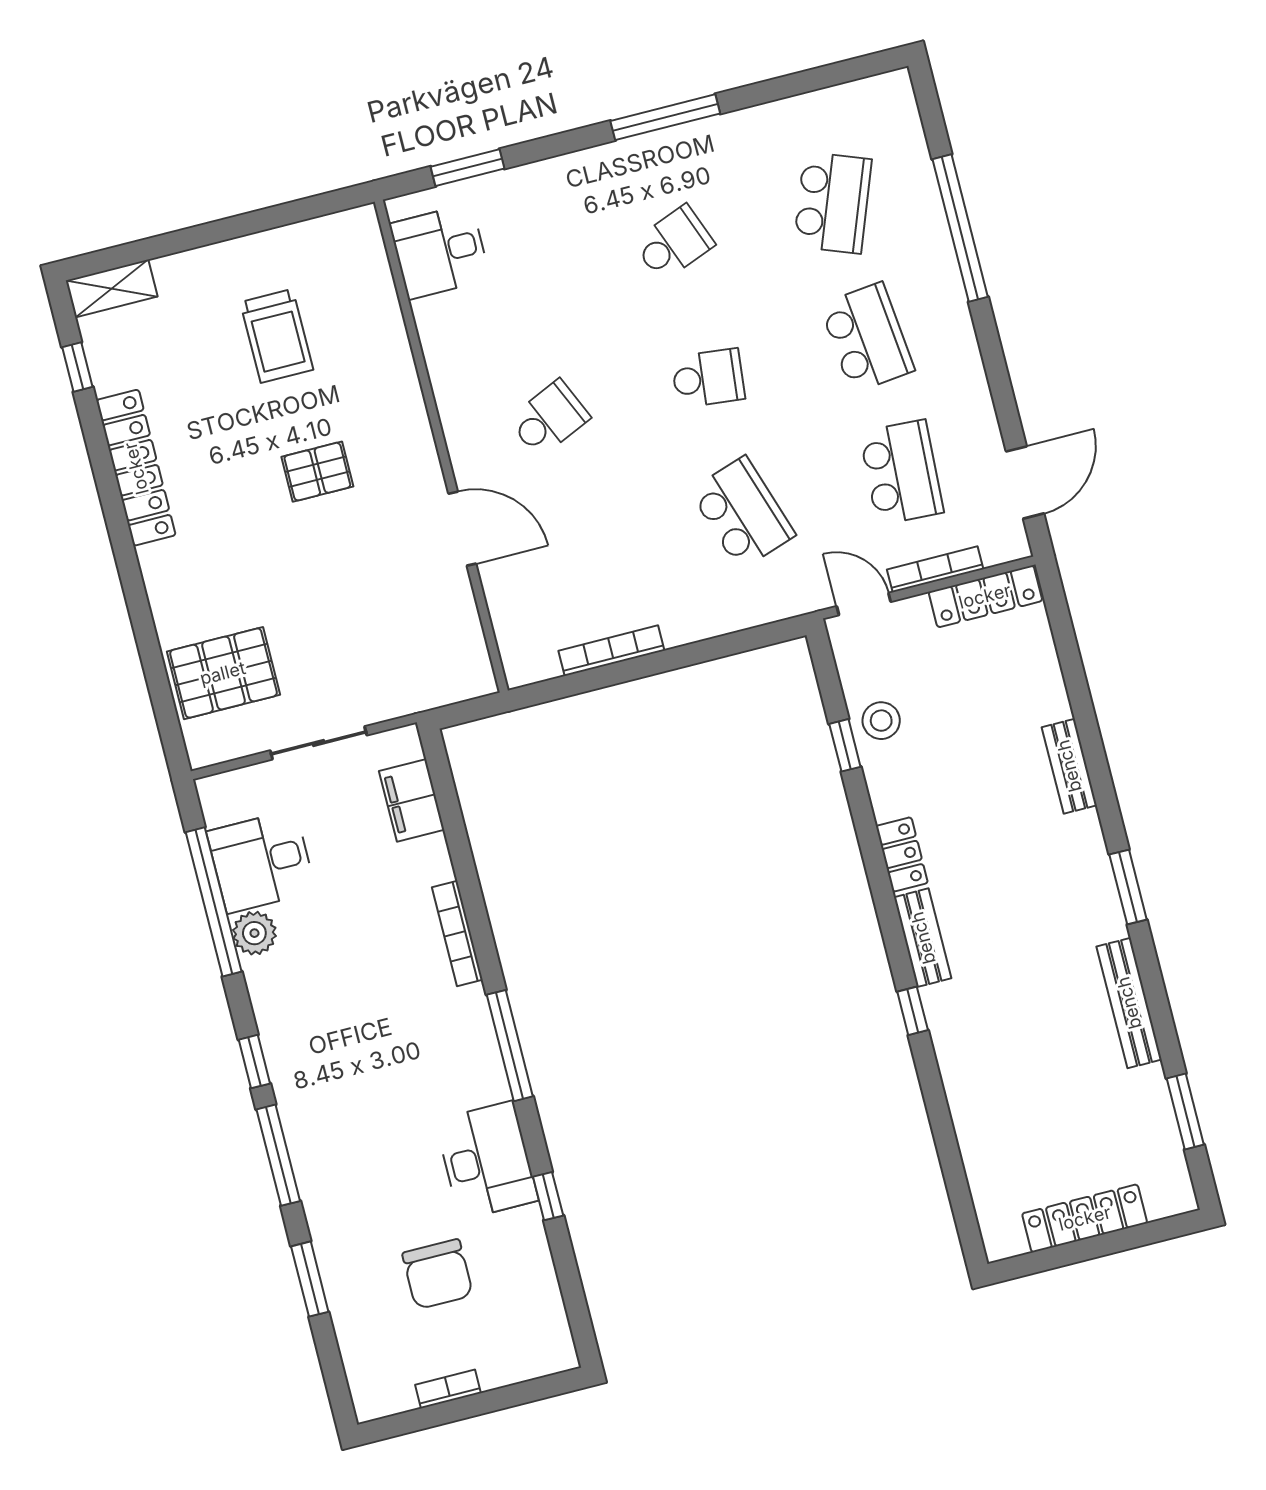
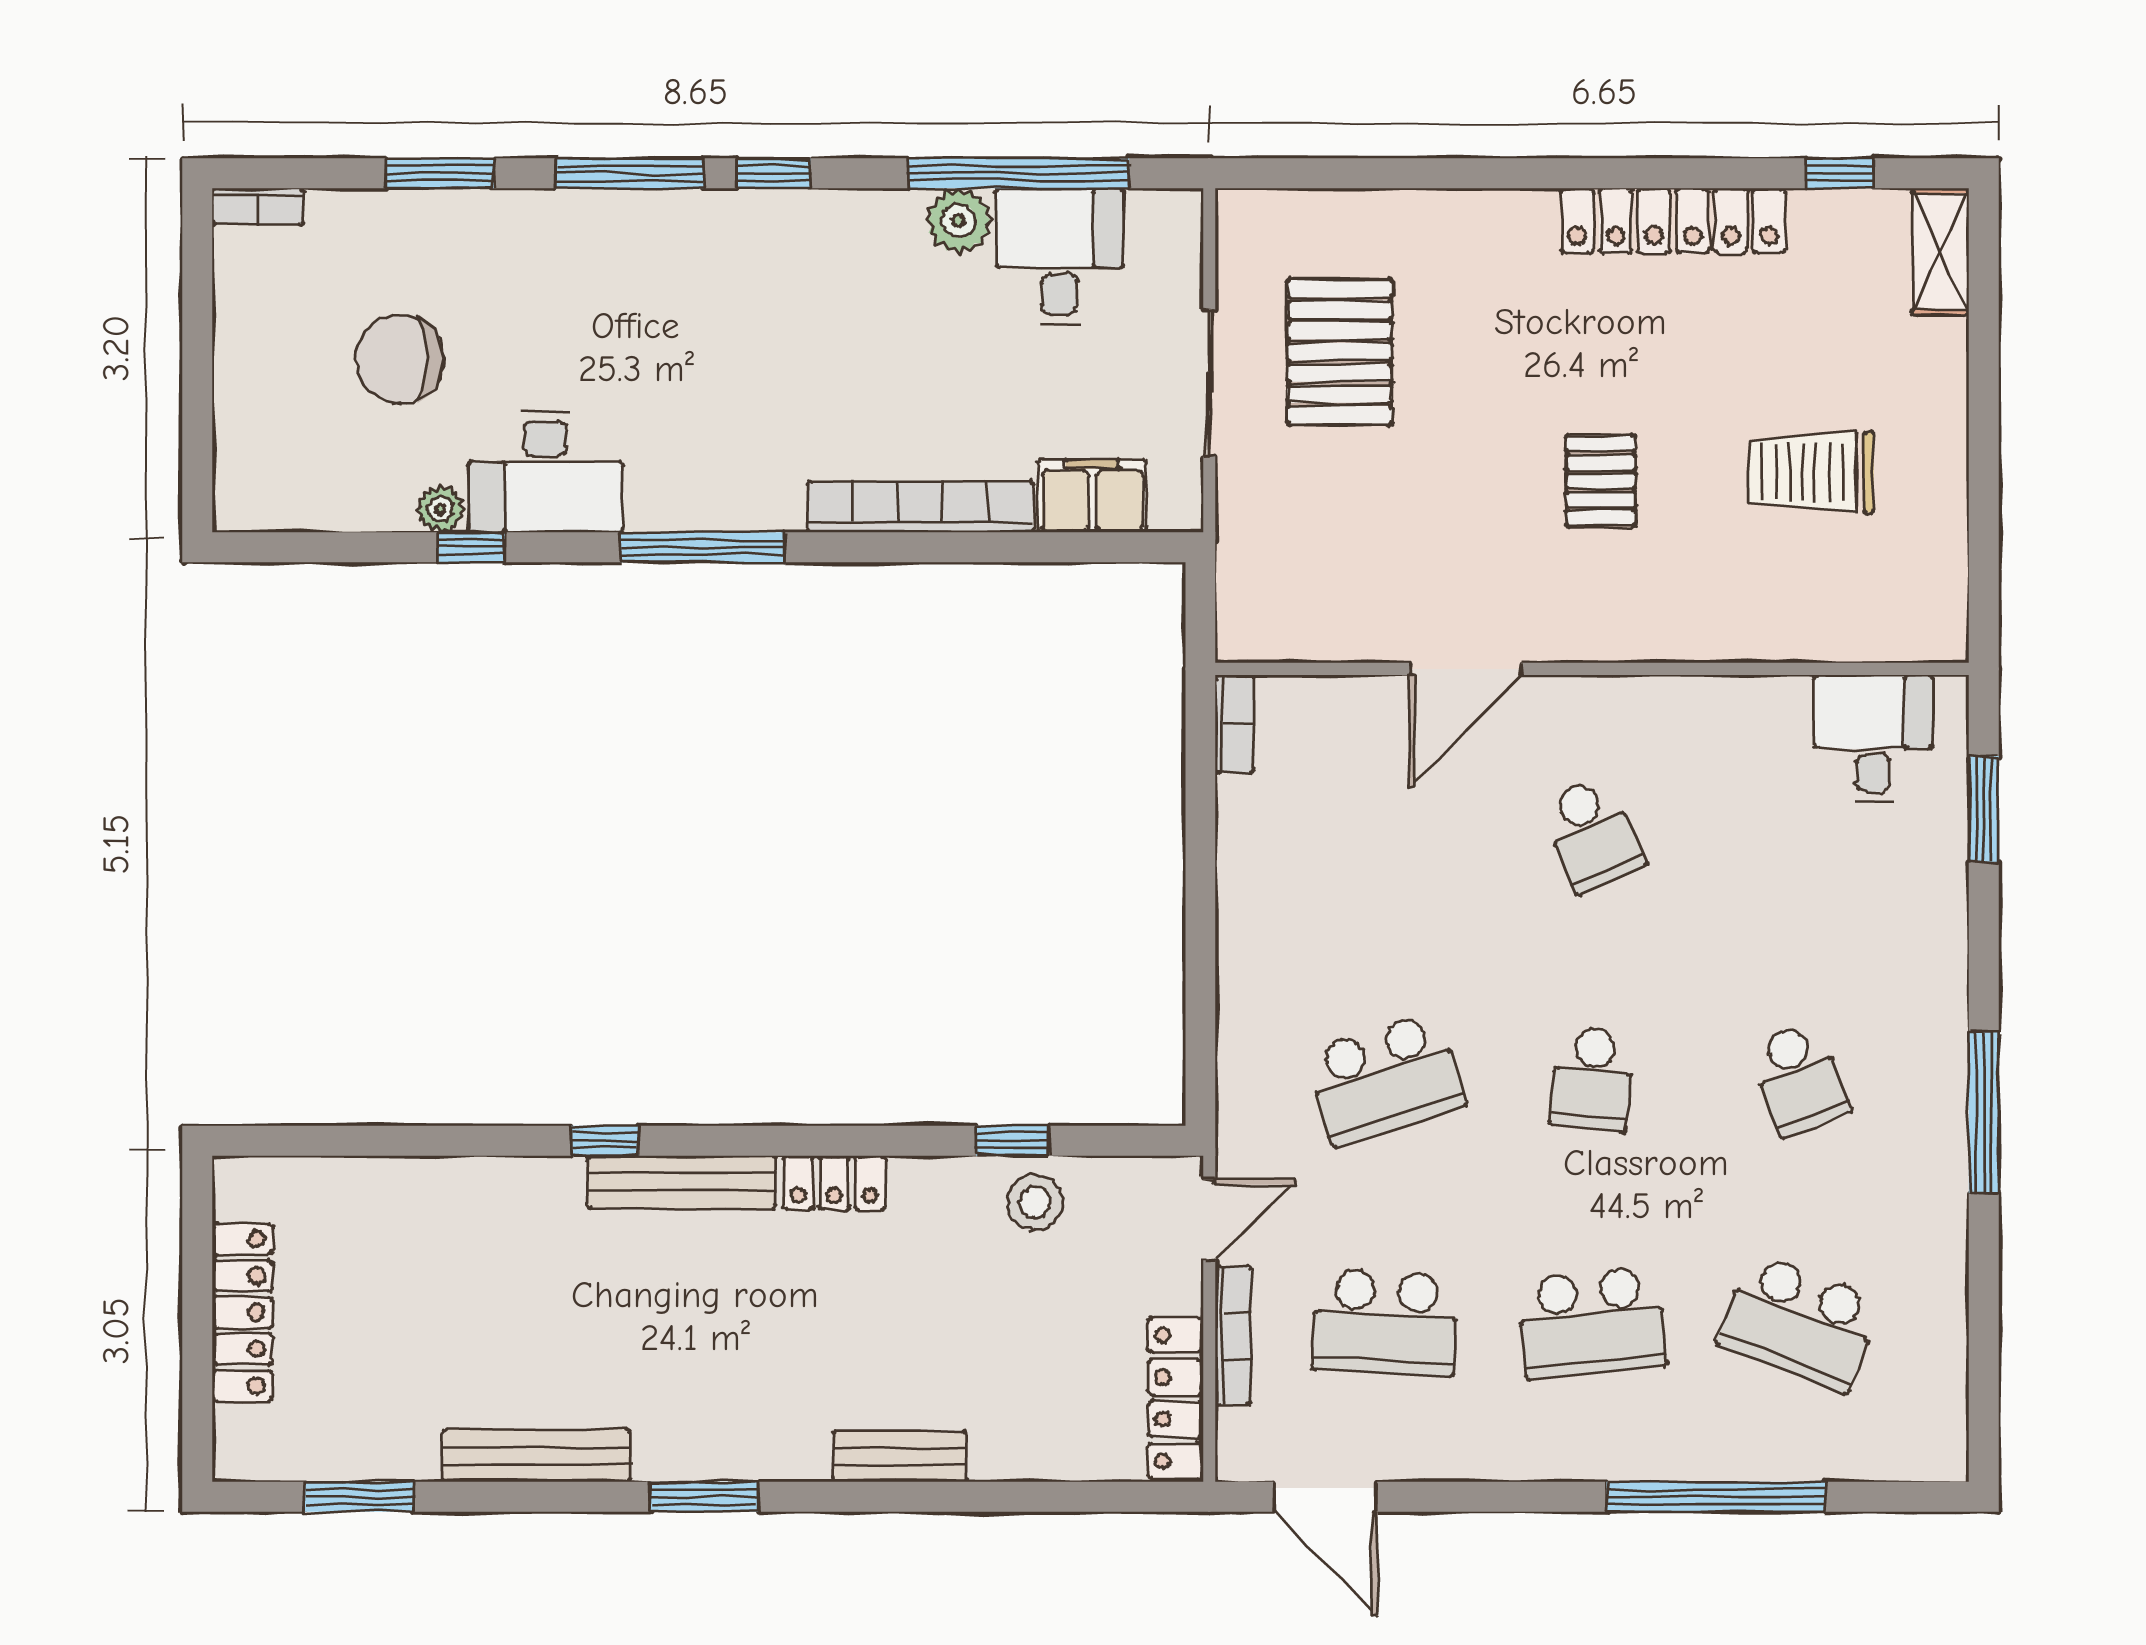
bookcase: (611, 651) -> (1235, 724), moved, width x0.64
pallet: (223, 673) -> (1340, 352), moved
bookcase: (457, 933) -> (920, 507), width x1.48, depth x1.31
bench: (923, 938) -> (681, 1182), width x1.36
plant: (528, 1223) -> (440, 509), added
bookcase: (448, 1389) -> (258, 206), moved, turned 90

